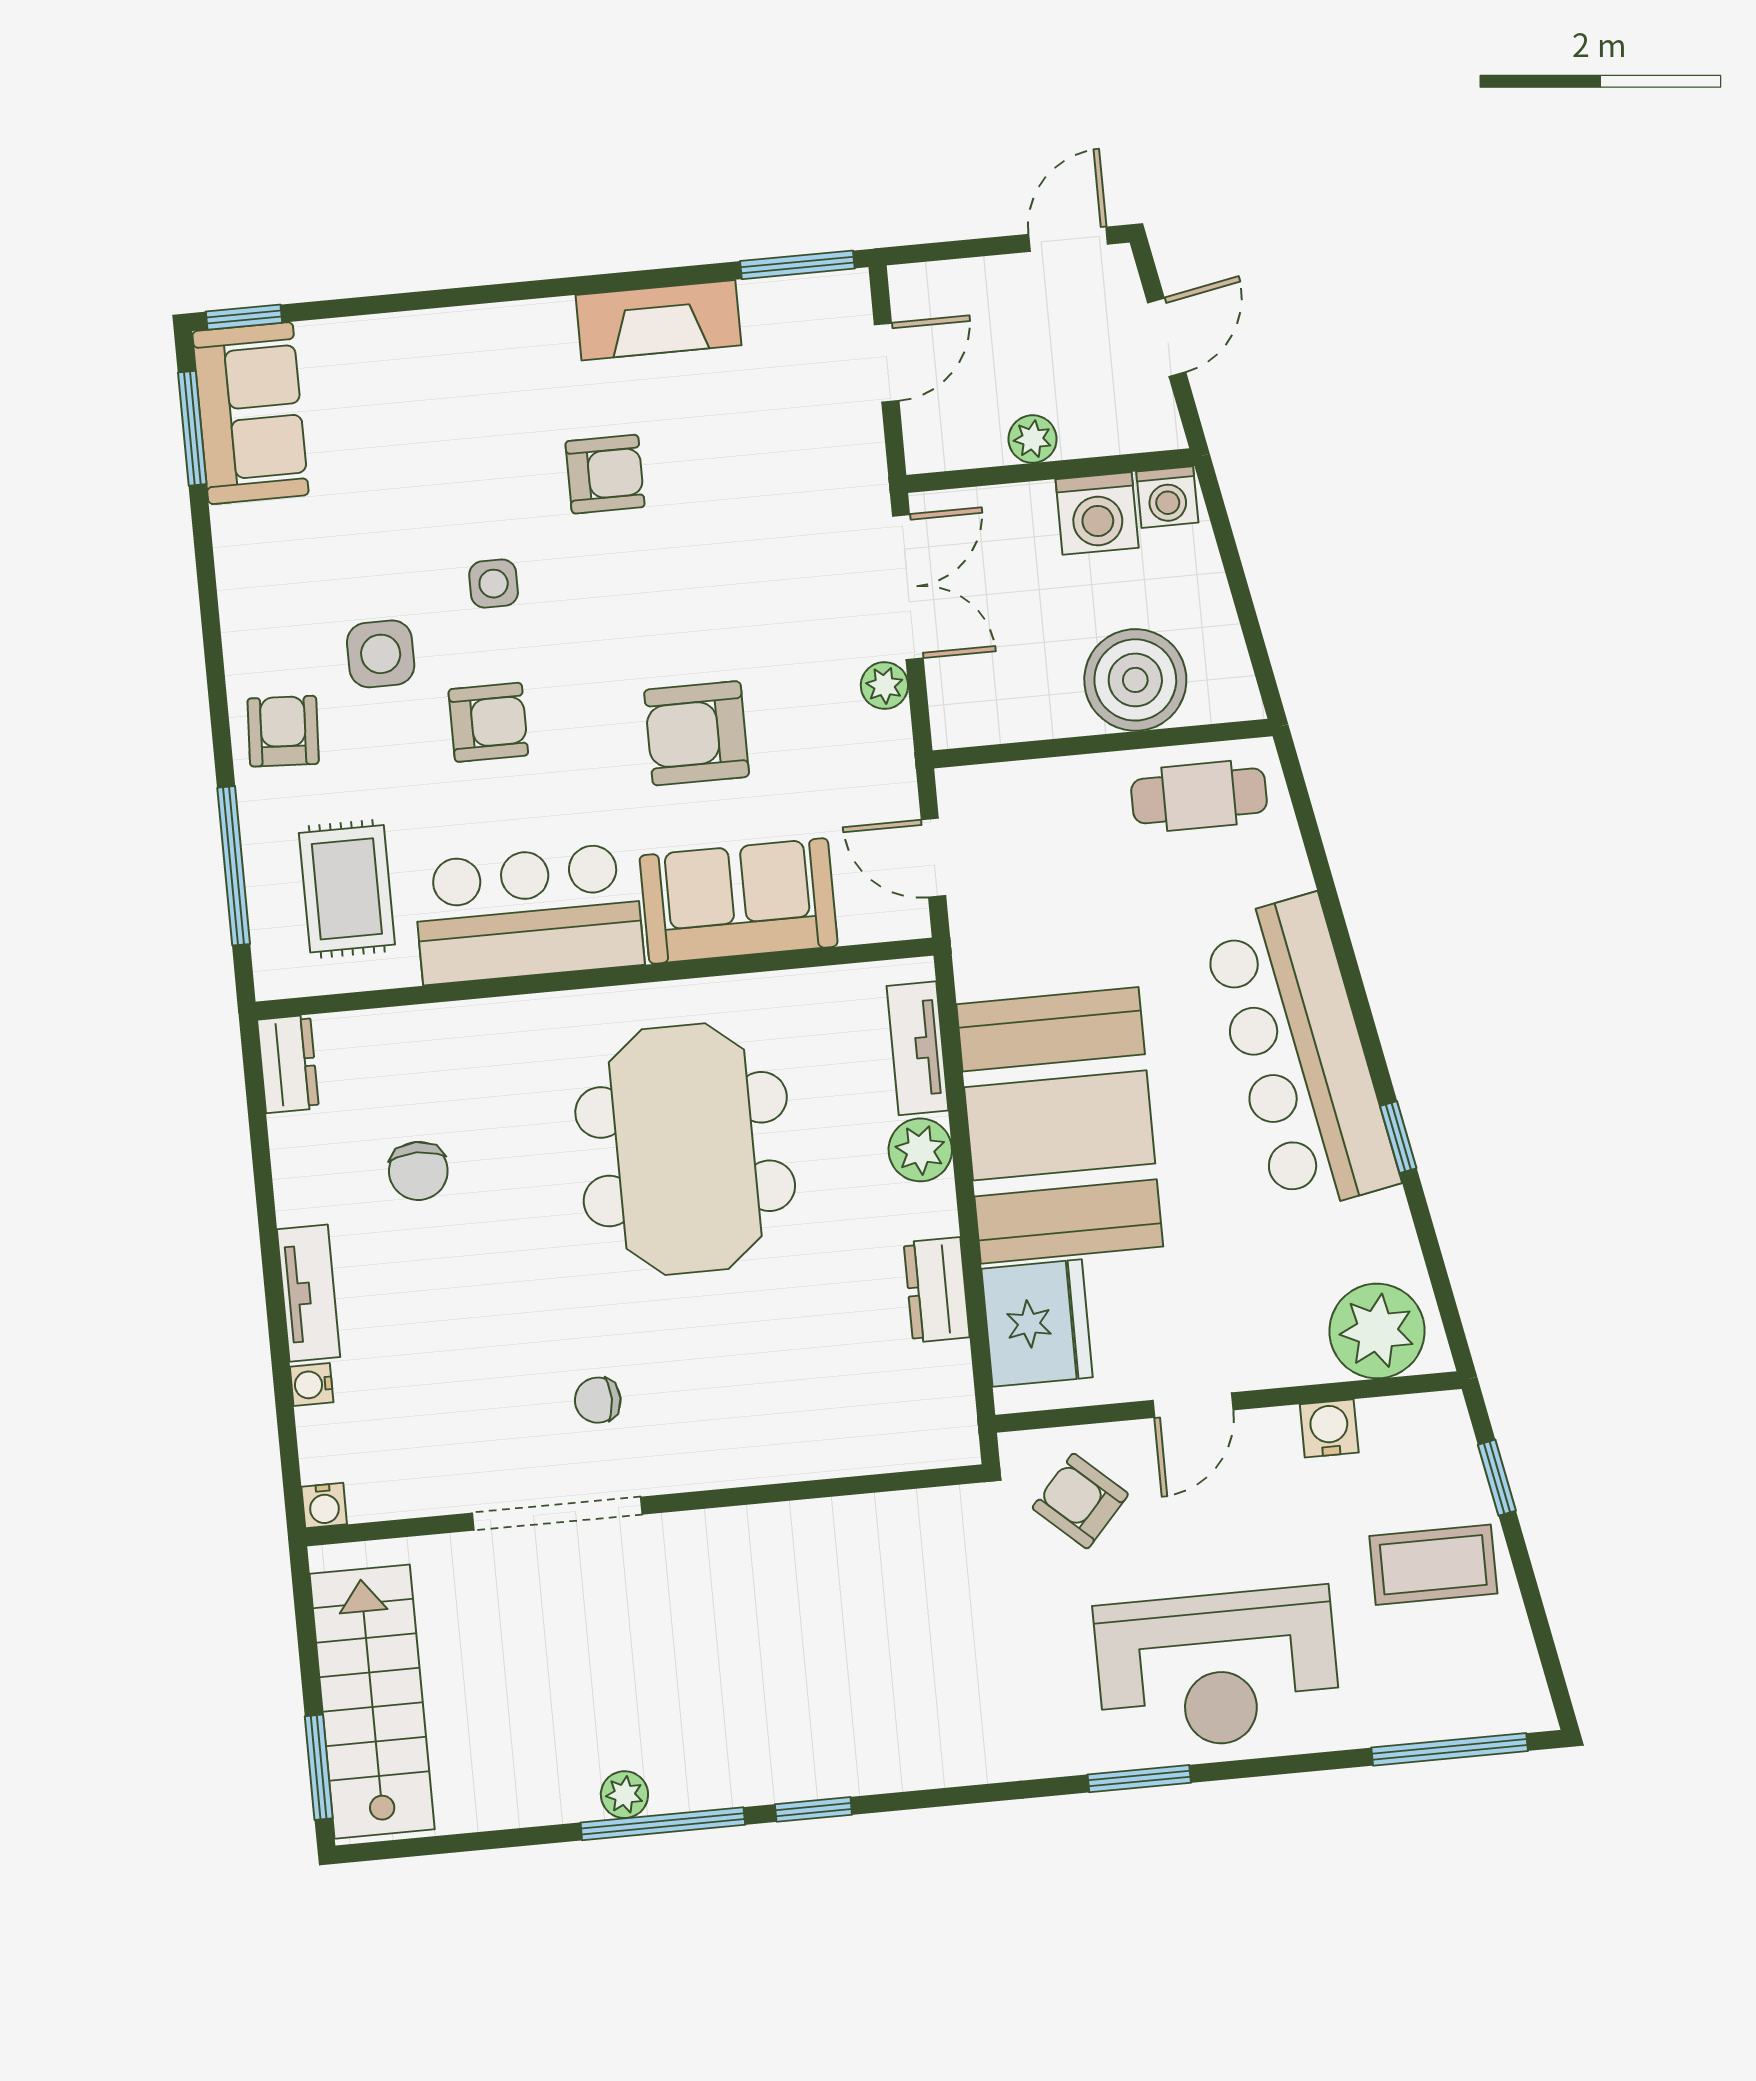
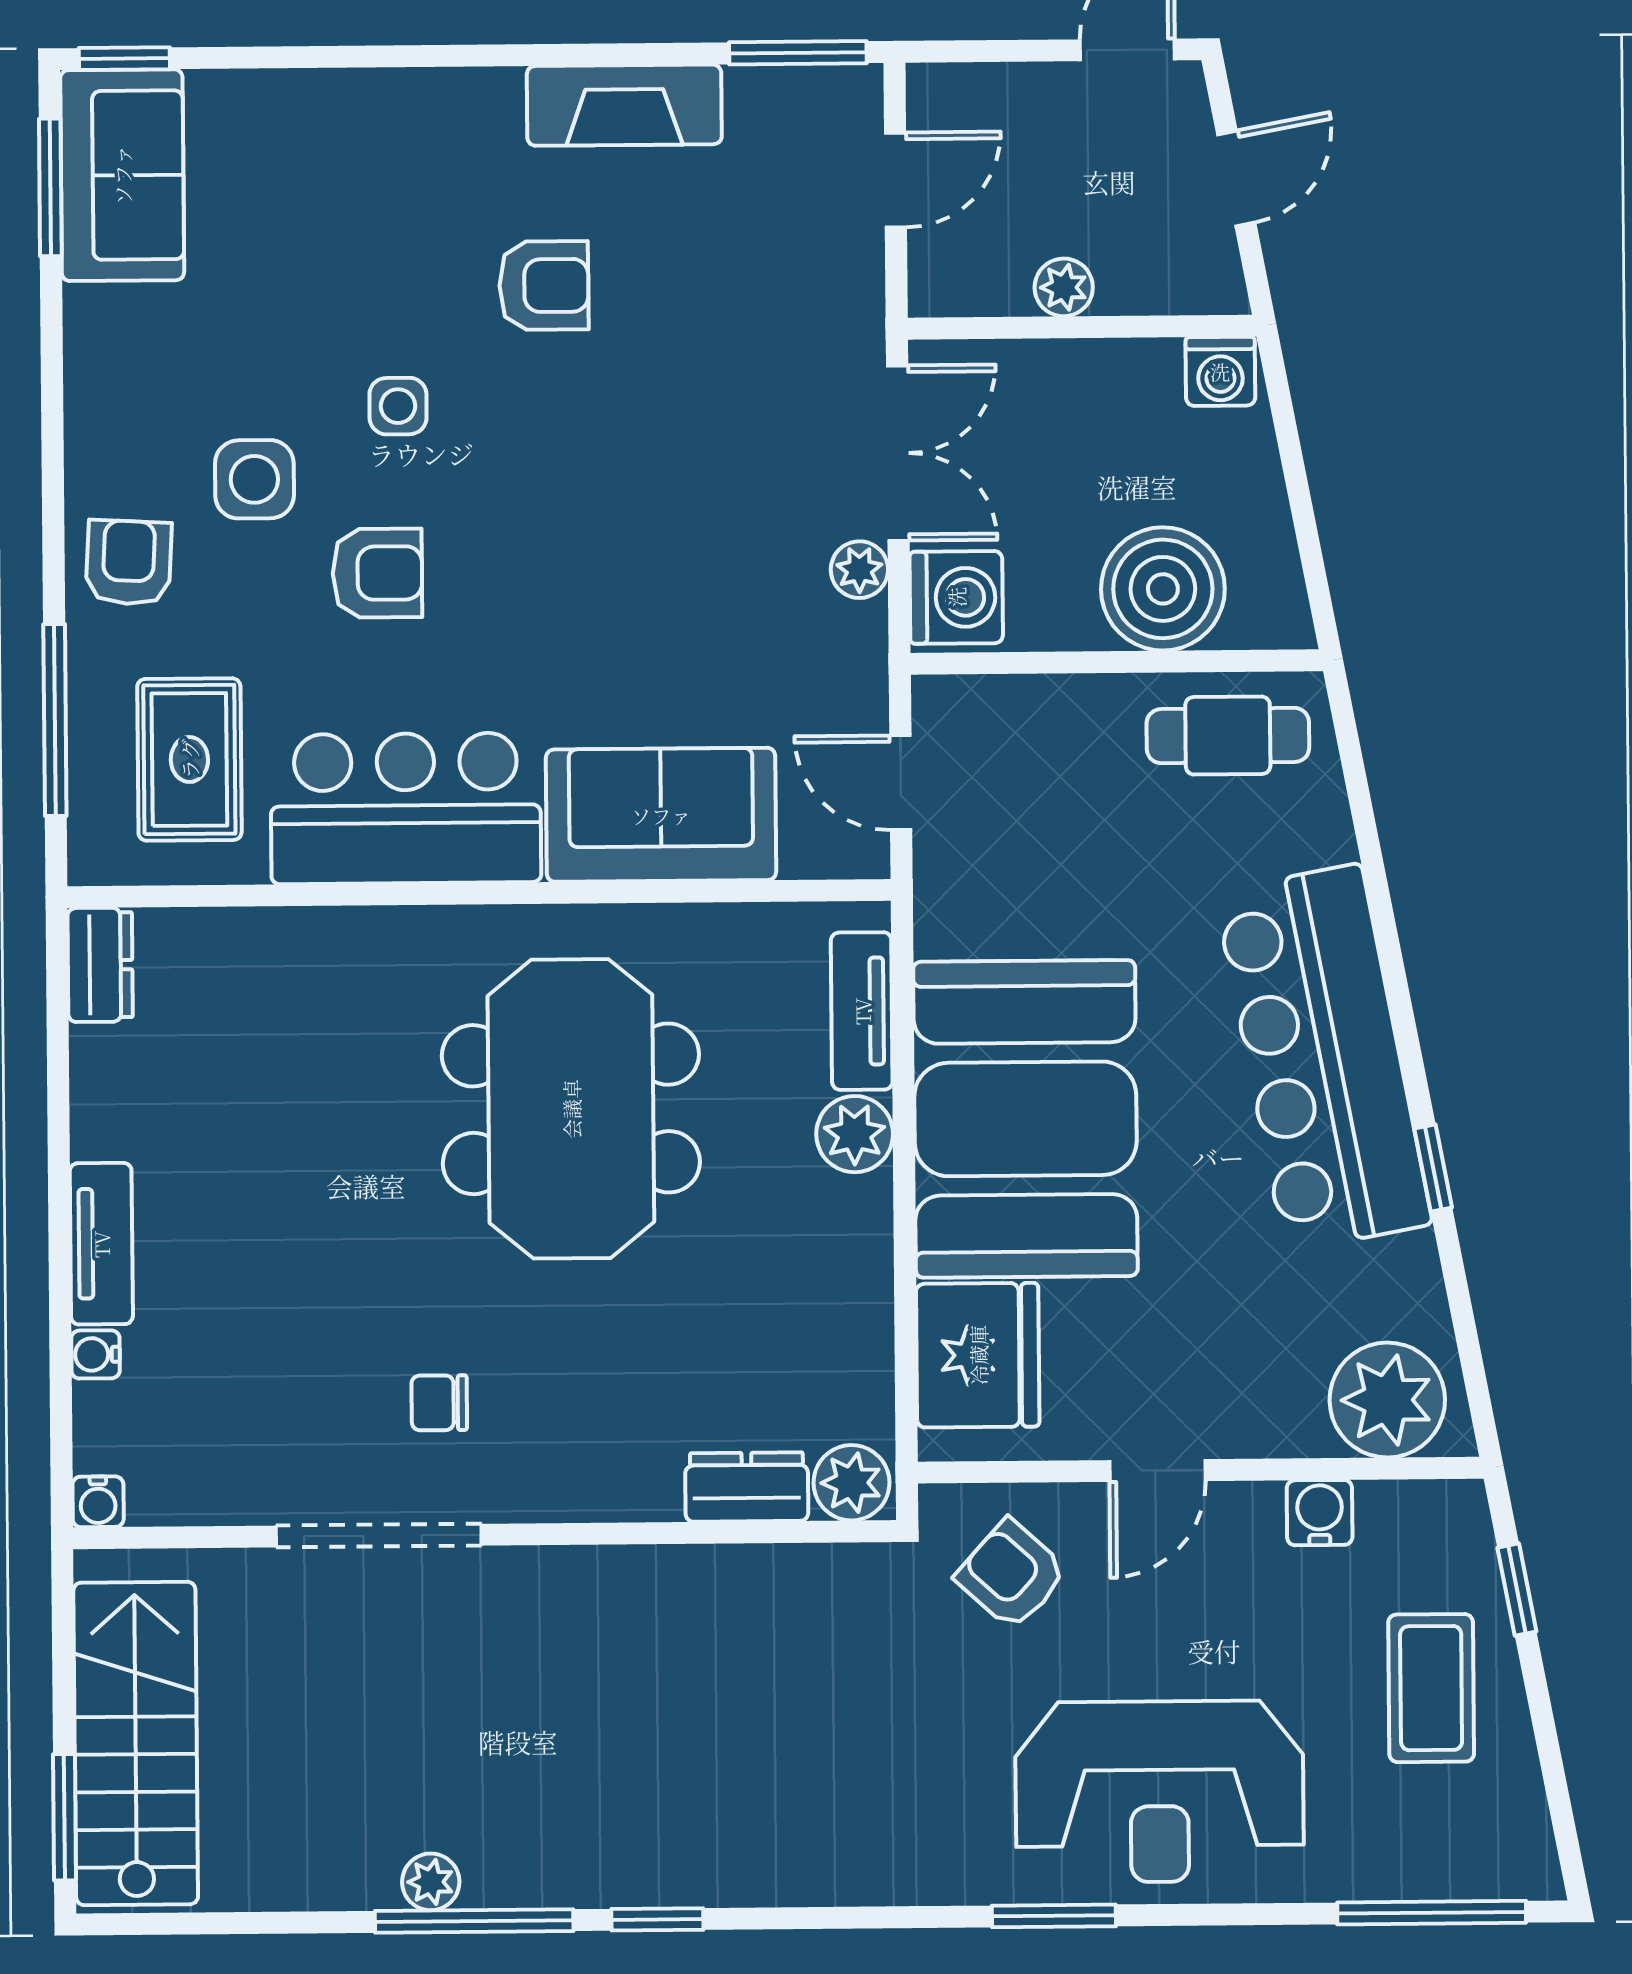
washing machine: (1097, 513) -> (956, 597), moved, turned -90
armchair: (697, 733) -> (628, 608), removed
chair: (418, 1171) -> (246, 1107), removed
dresser: (937, 1290) -> (747, 1487), moved, turned 90
plant: (942, 1437) -> (851, 1483), added
coffee table: (1433, 1565) -> (1431, 1688), turned 90

